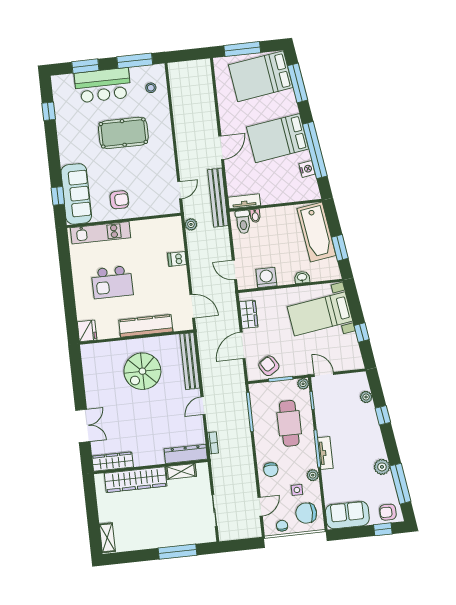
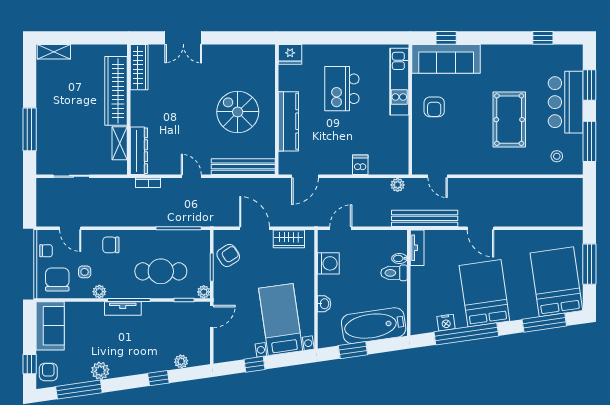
toilet: (243, 222) -> (394, 273), moved

